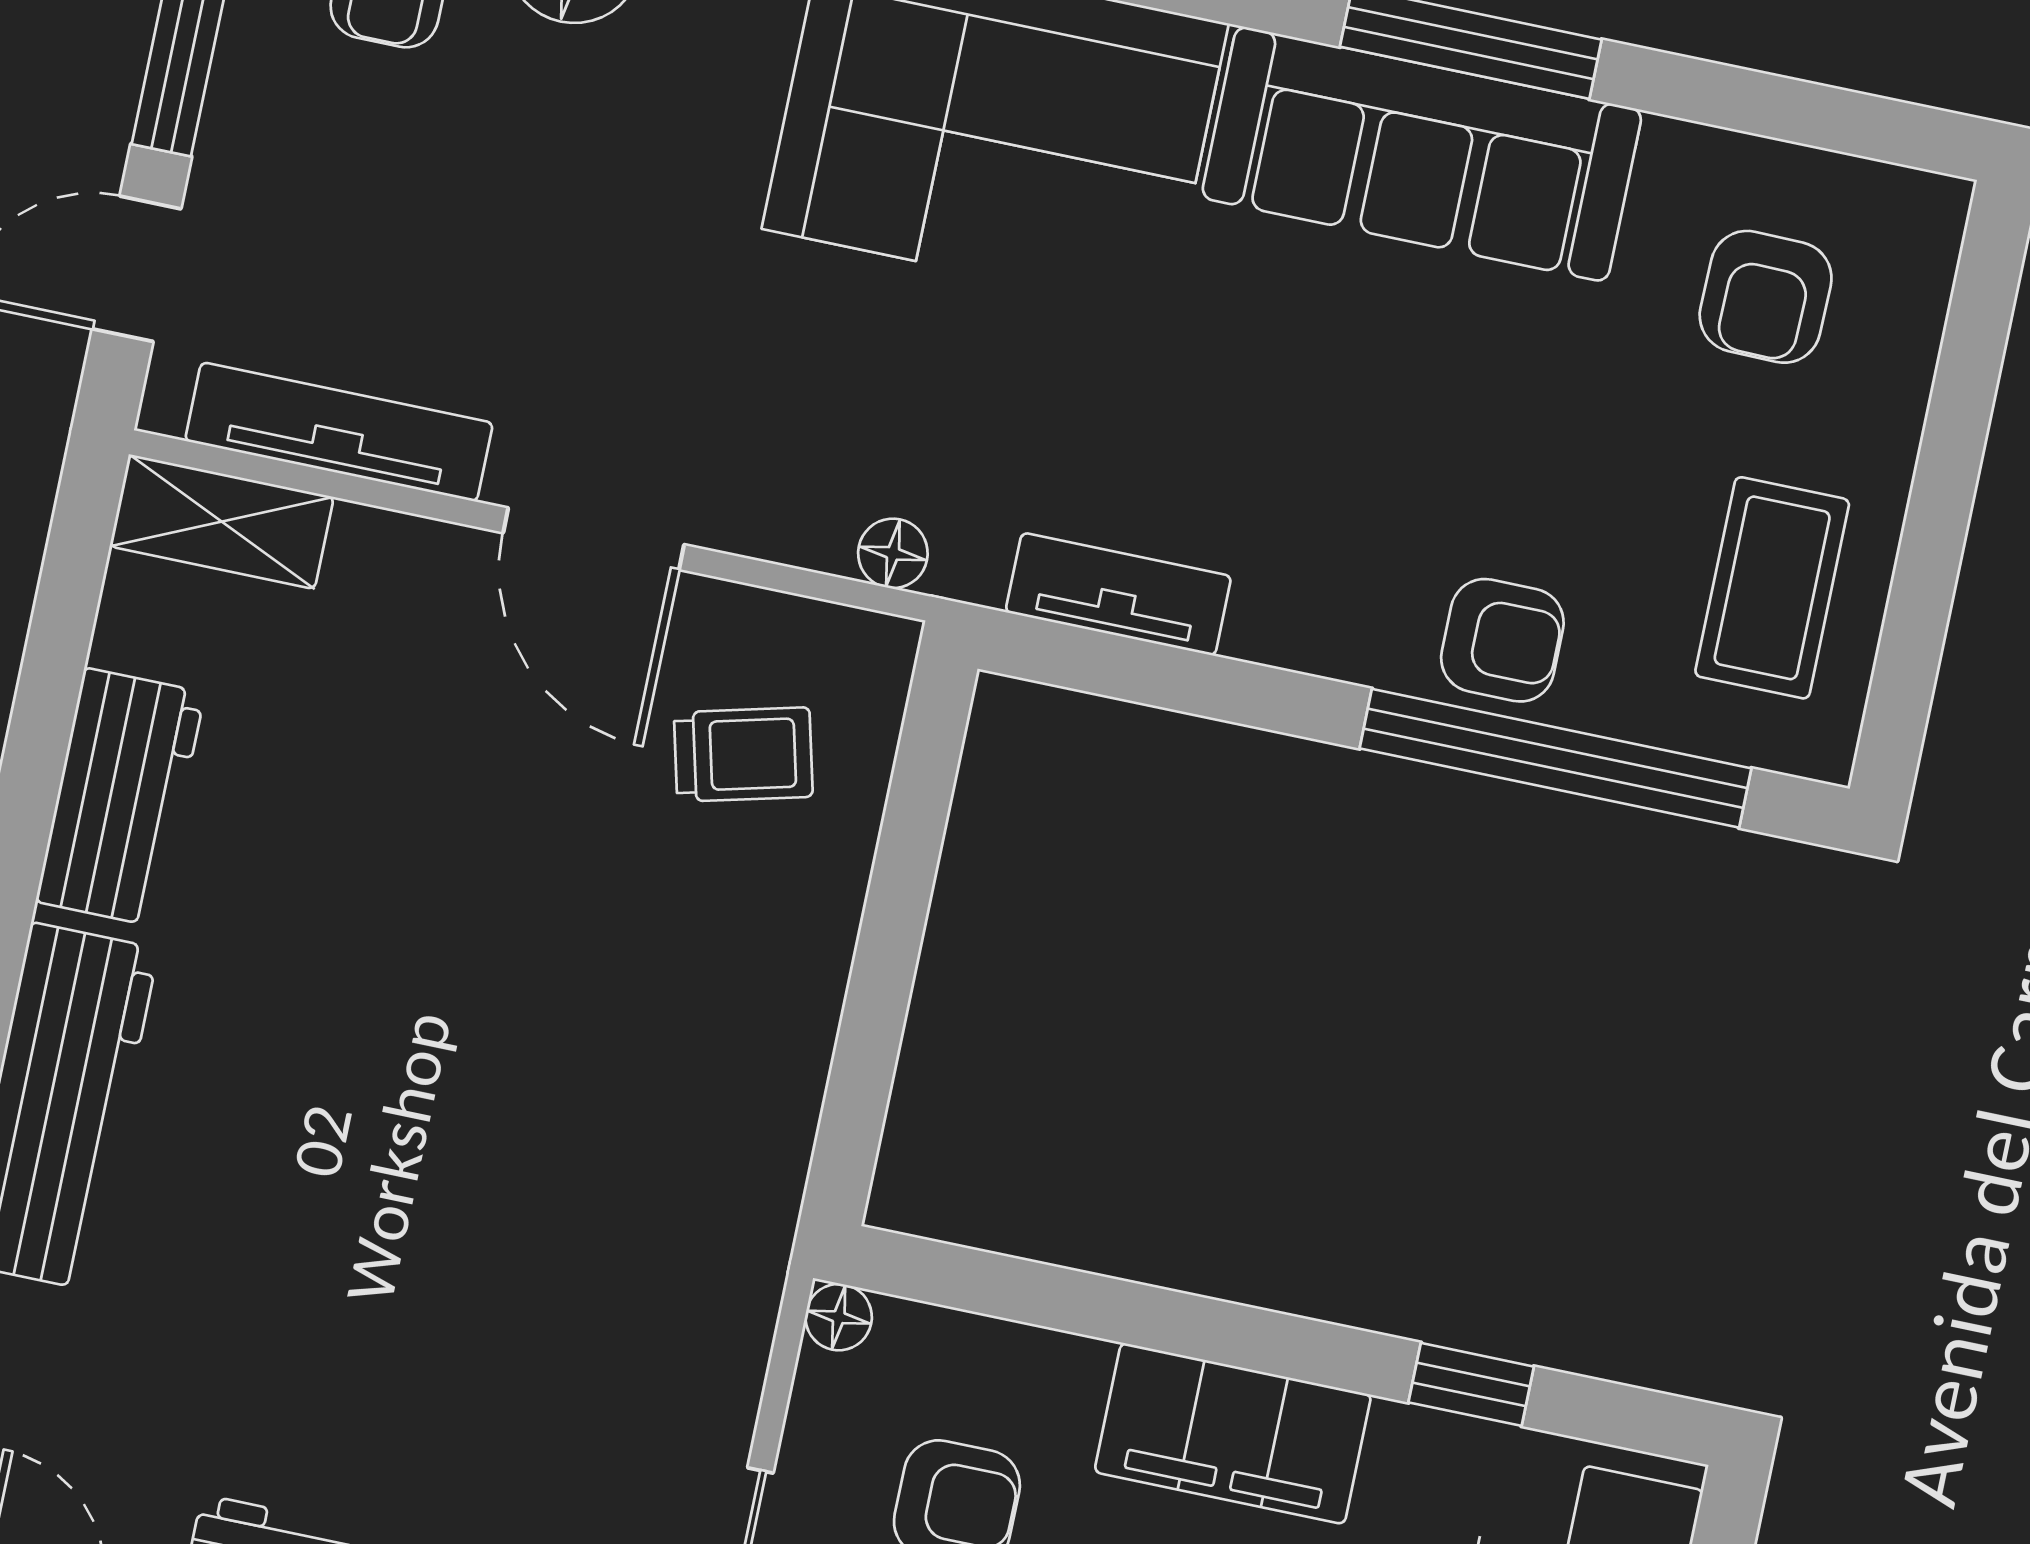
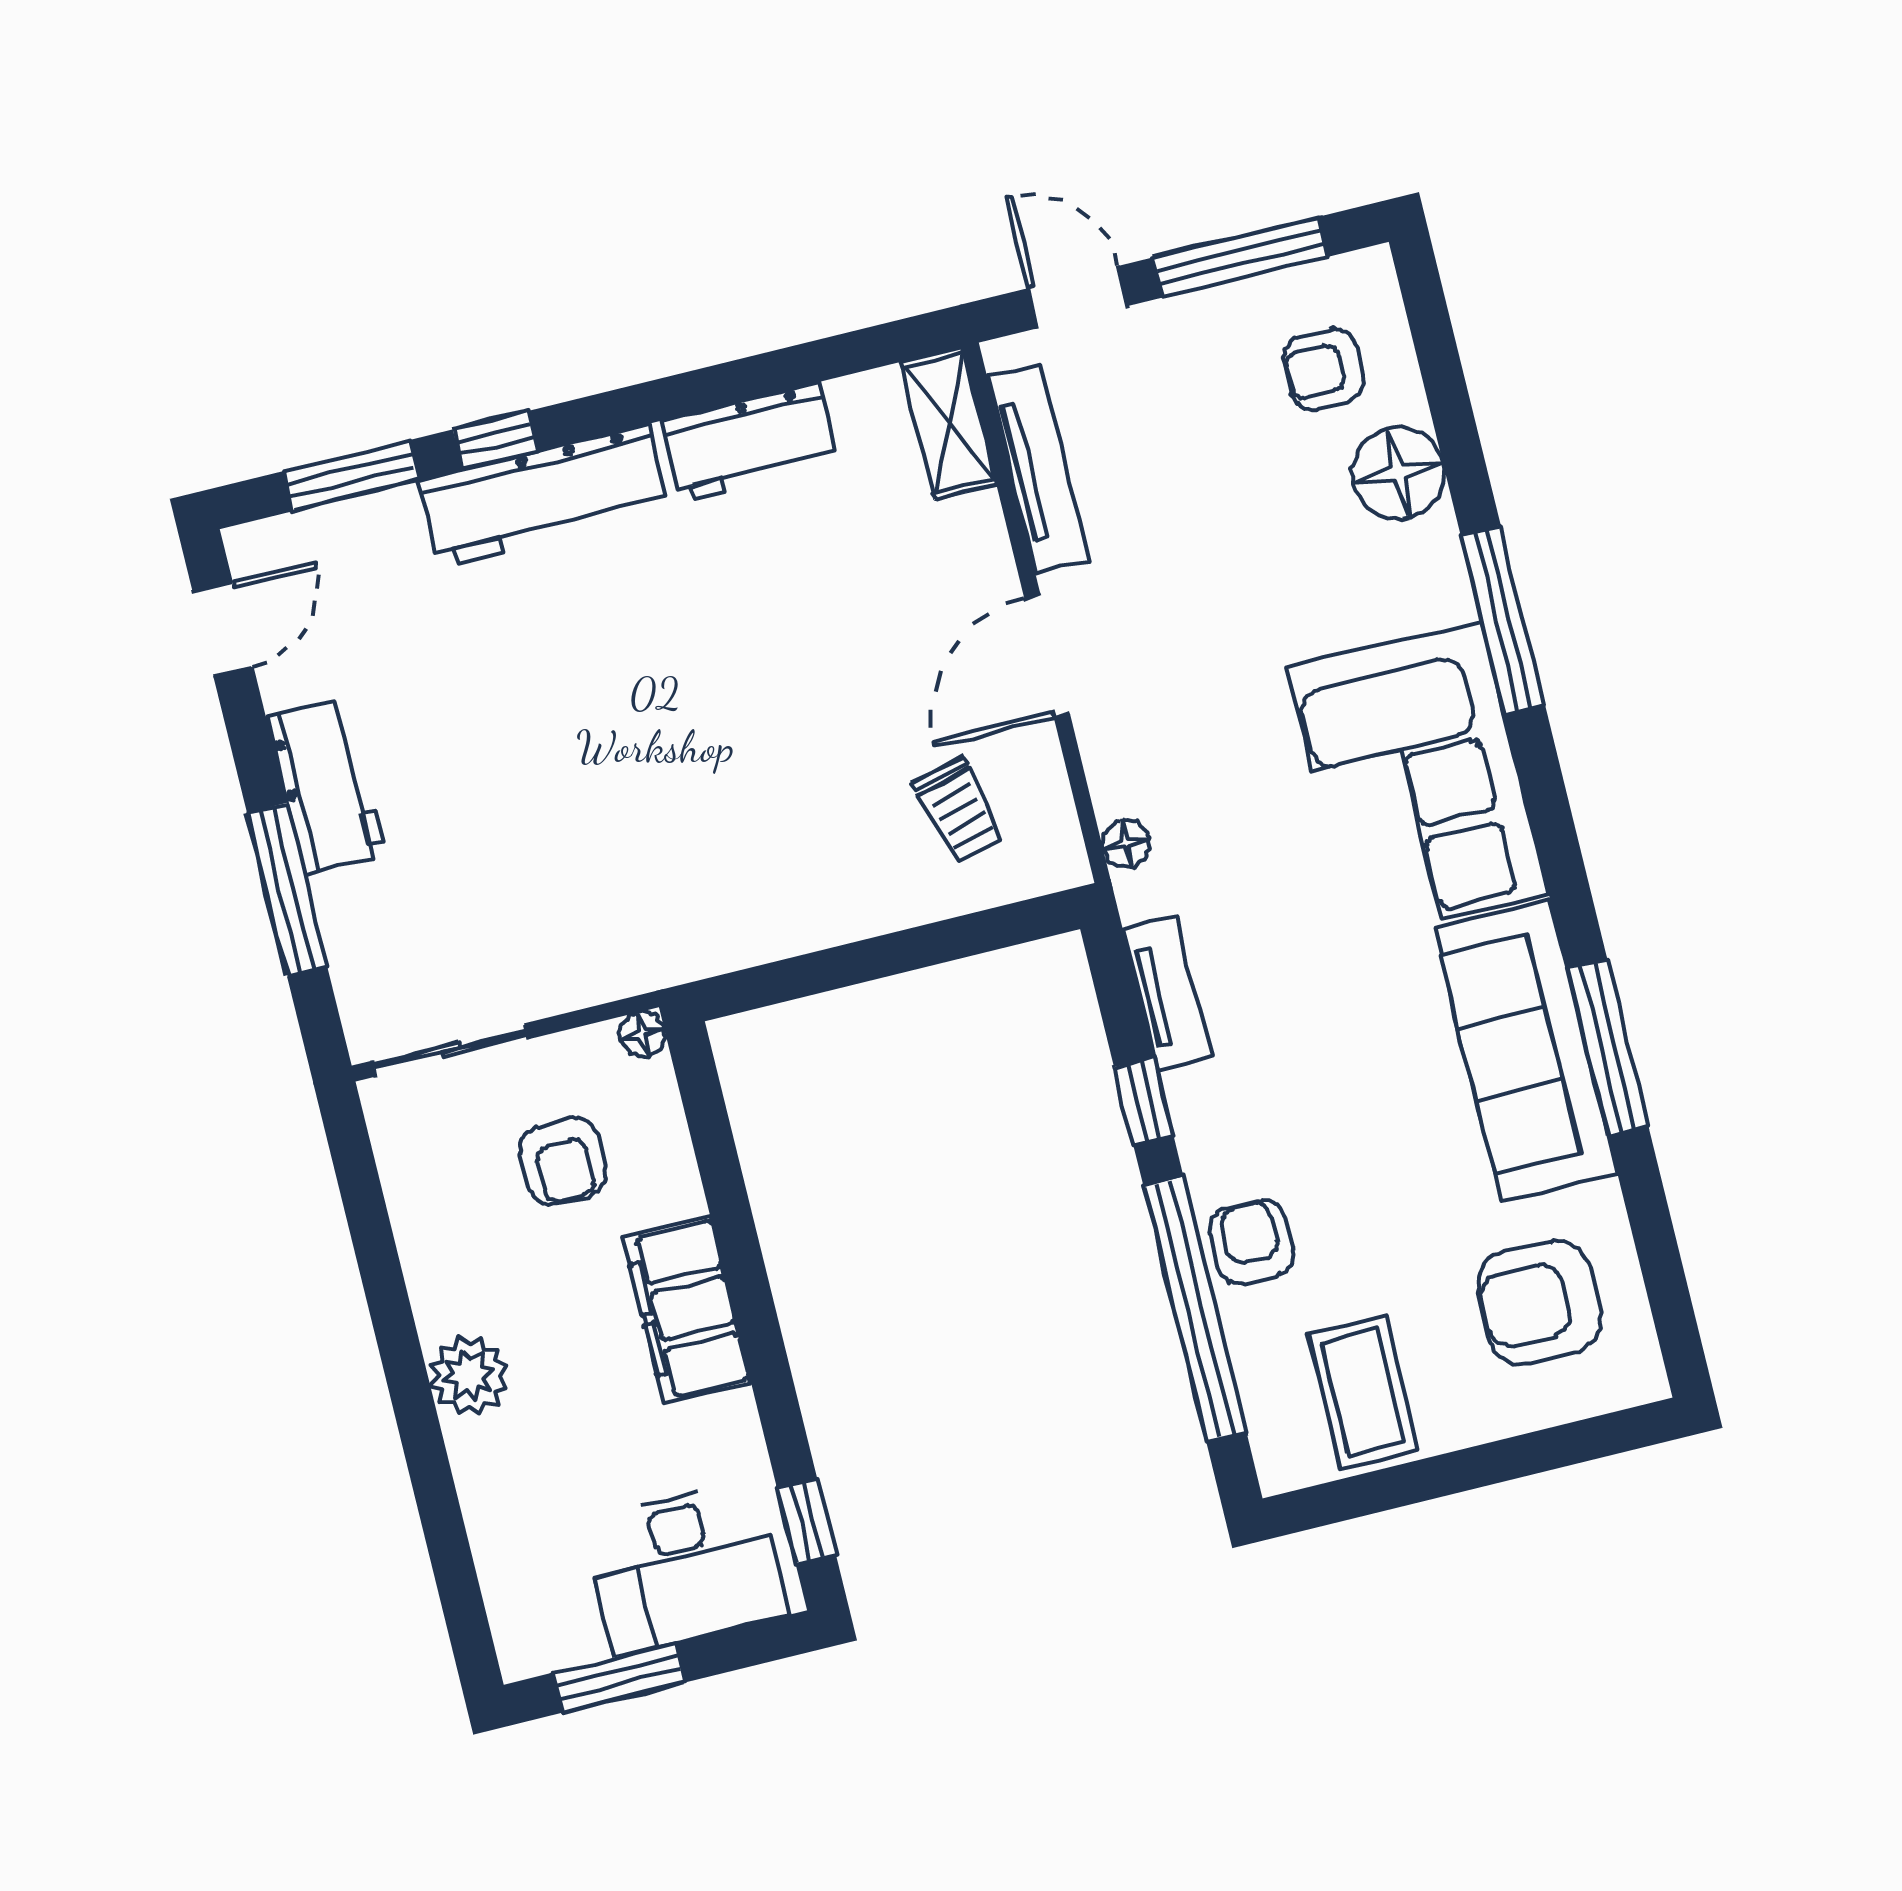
armchair: (1766, 297) -> (1539, 1302), width x1.38, depth x1.38
coffee table: (1772, 588) -> (1363, 1392), turned 90
armchair: (1502, 640) -> (1252, 1242), turned 180
window: (1247, 694) -> (1144, 1101), added
window: (1471, 1384) -> (806, 1521), moved

